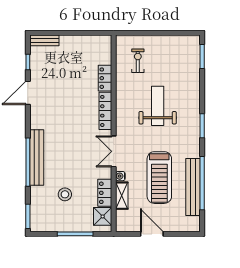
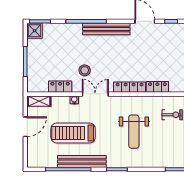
weight bench: (158, 106) -> (134, 132), turned 90
bench: (37, 157) -> (106, 29), moved
bench: (193, 187) -> (82, 162), moved
stool: (65, 194) -> (85, 70), moved
shelving: (122, 196) -> (39, 101), moved
shower: (103, 216) -> (35, 31), moved

